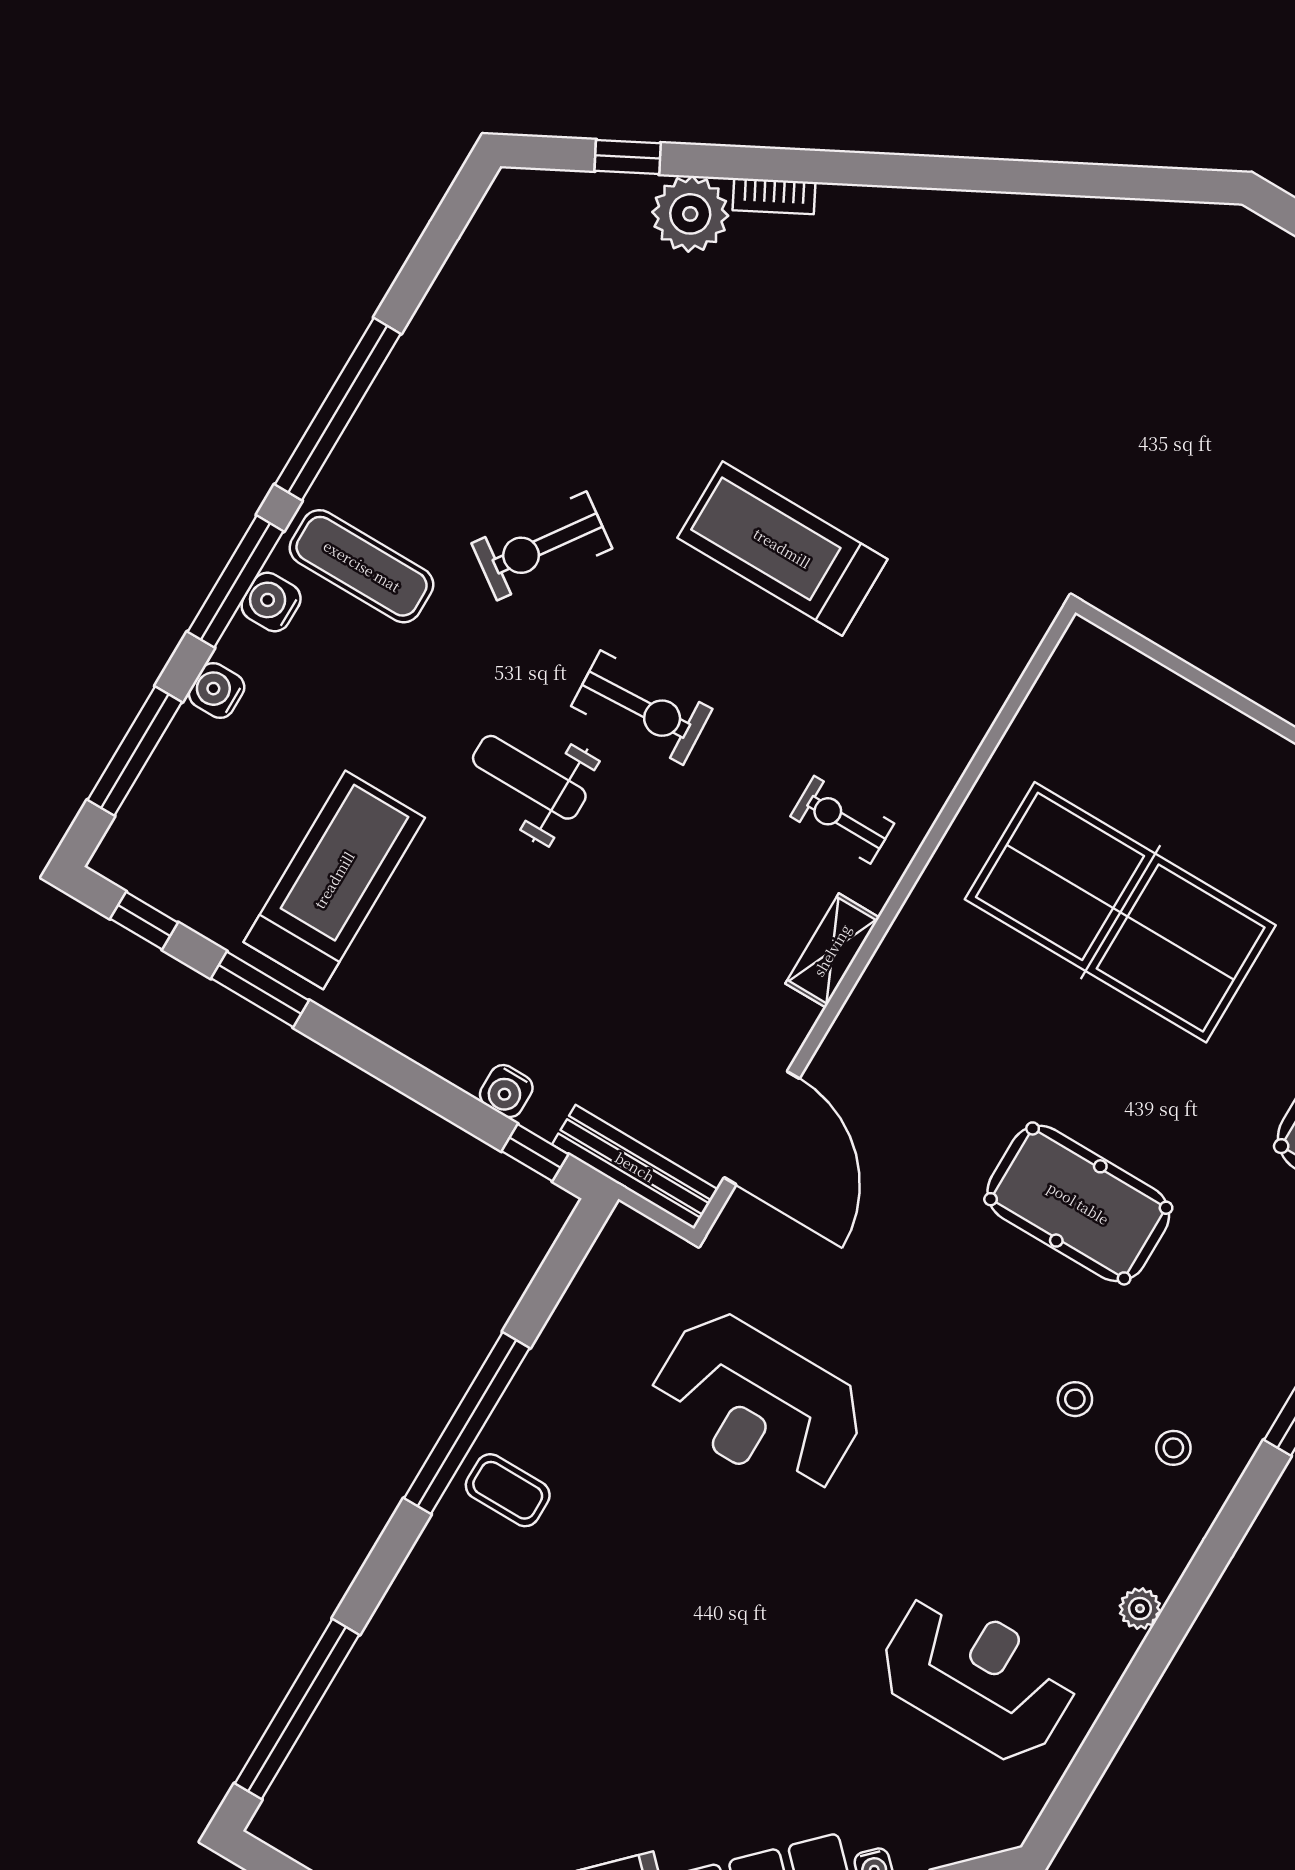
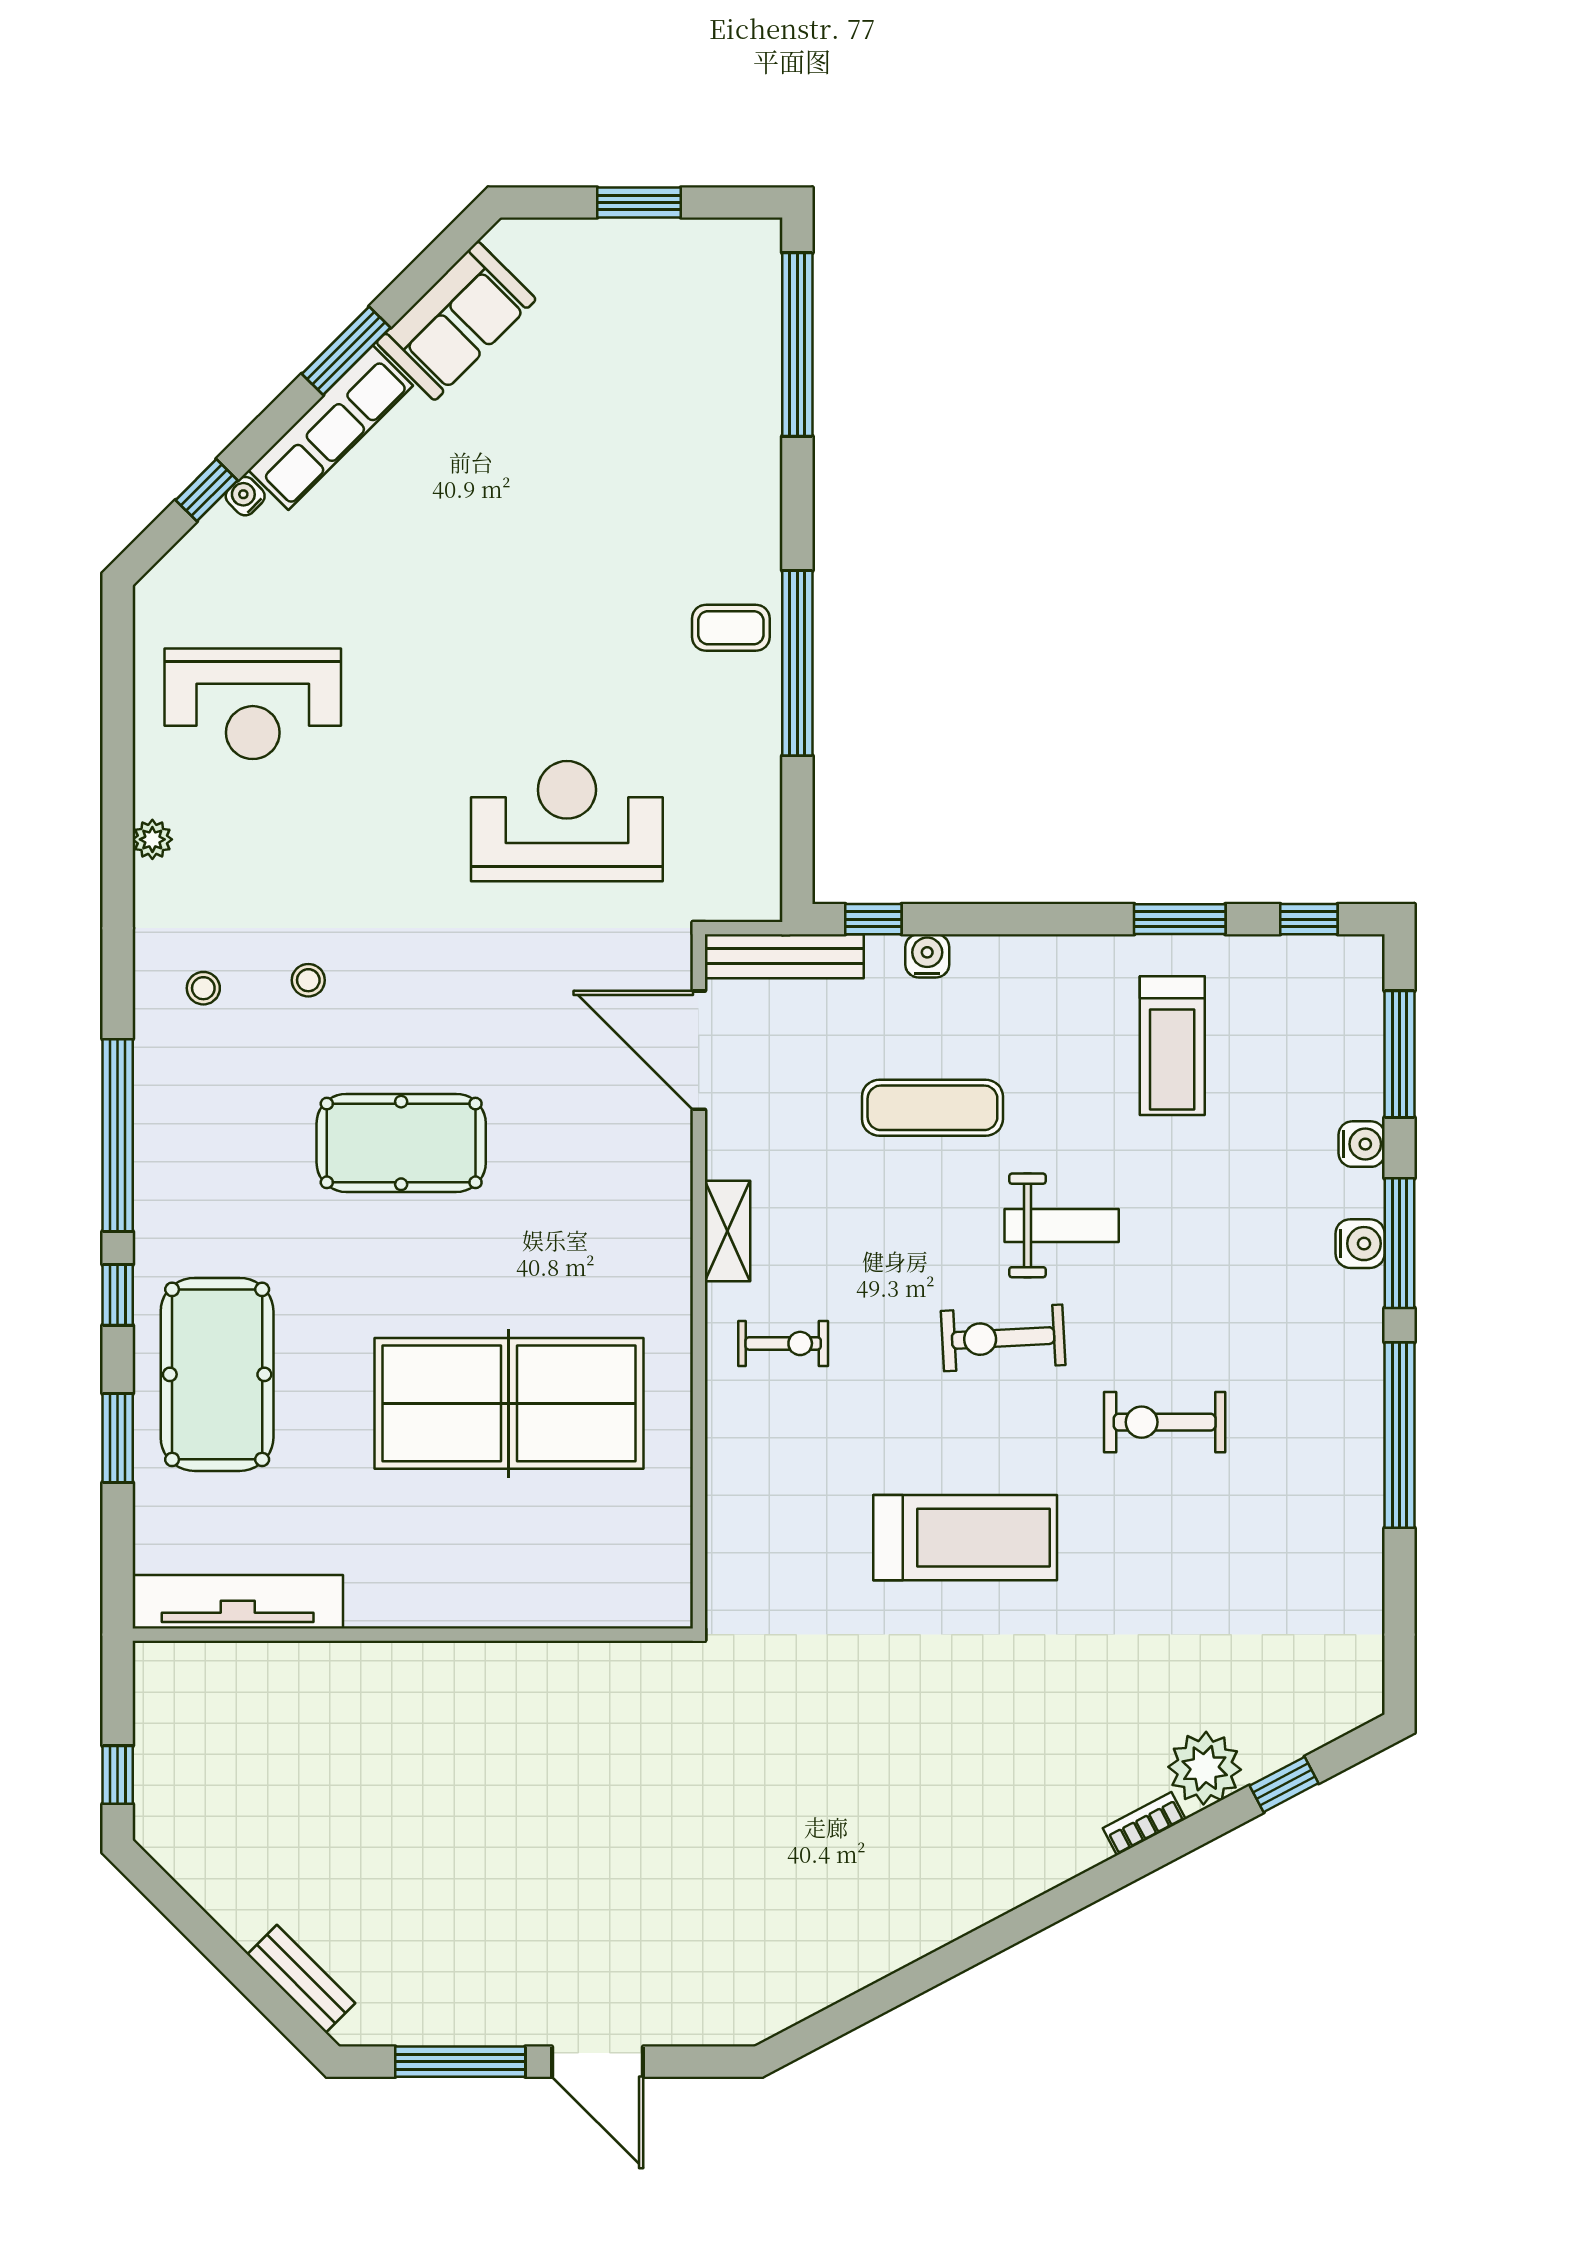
exercise bike: (542, 546) -> (1165, 1422), turned -125
exercise mat: (362, 566) -> (932, 1108), moved
treadmill: (334, 880) -> (1172, 1046), width x0.73, depth x0.73

